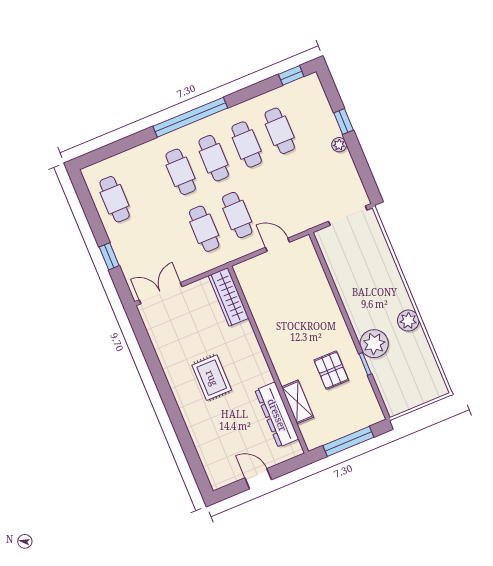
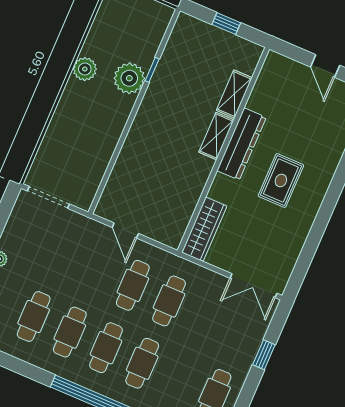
shelving: (281, 364) -> (216, 136), added
pallet: (331, 370) -> (183, 92), removed
dresser: (277, 415) -> (242, 144), moved
window: (348, 441) -> (226, 24), width x0.46

